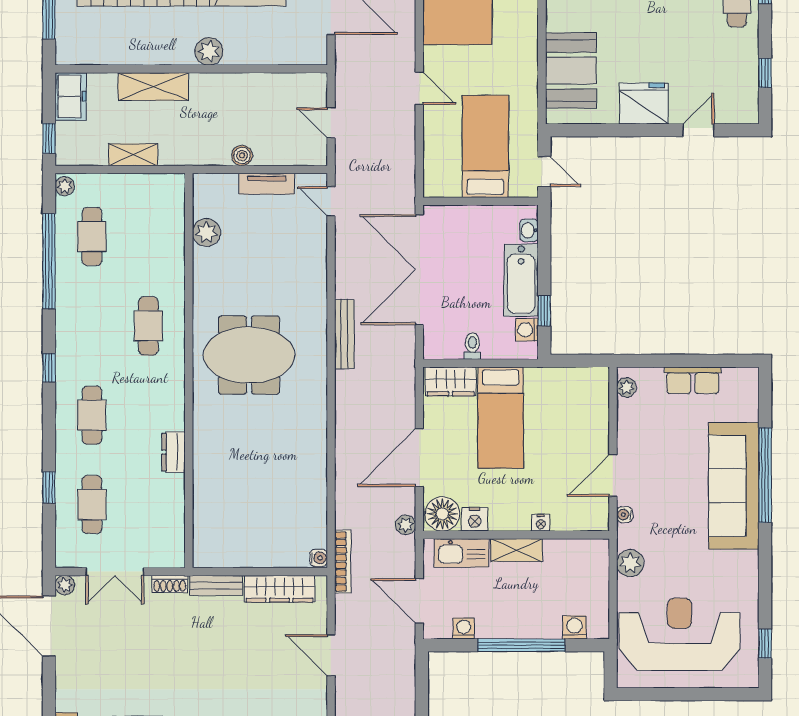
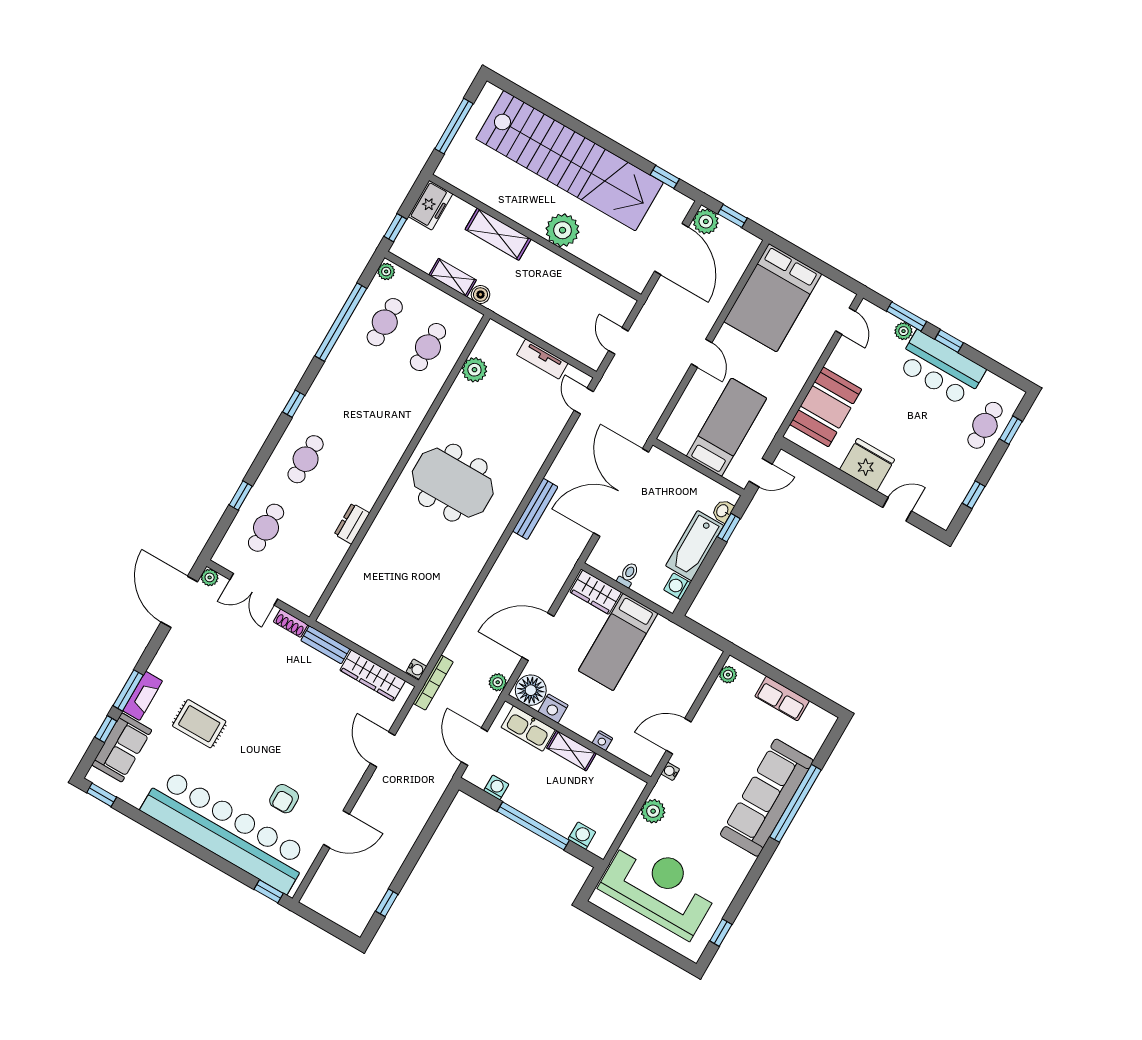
plant: (209, 51) -> (563, 230), width x1.36, depth x1.36
boiler: (242, 156) -> (481, 295), moved
door: (544, 172) -> (761, 473), hinge flipped
window: (544, 311) -> (729, 528), moved
cafe table: (148, 326) -> (428, 347), moved

